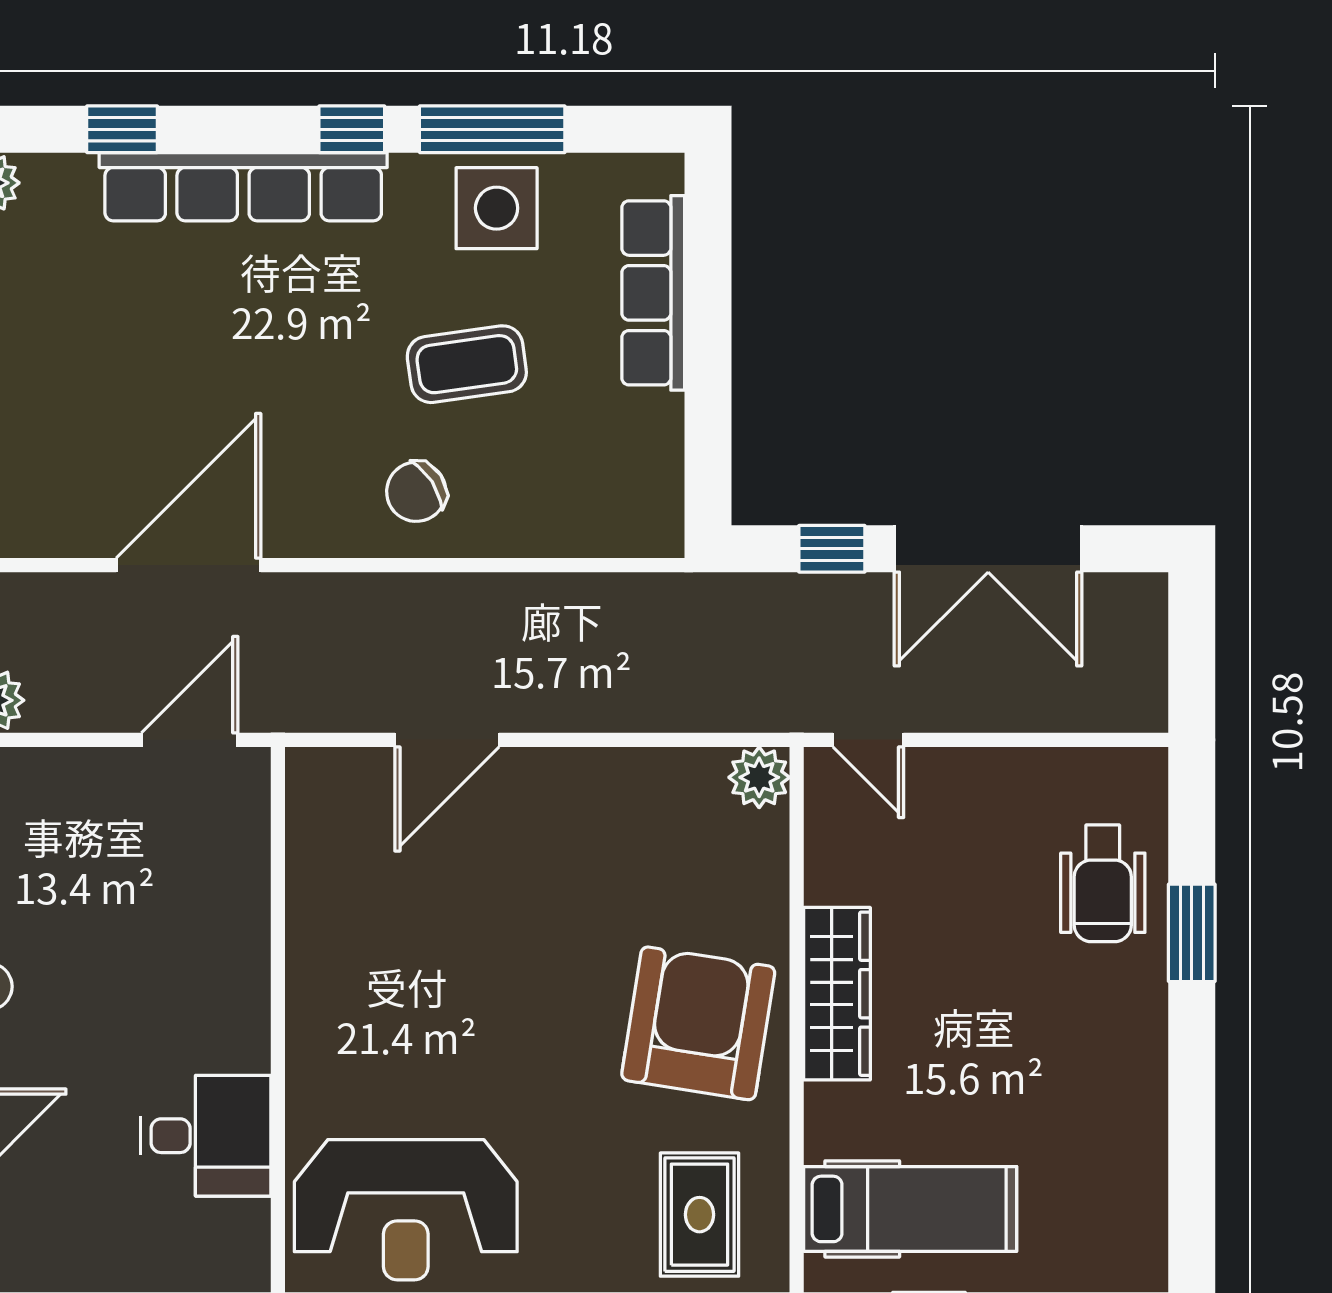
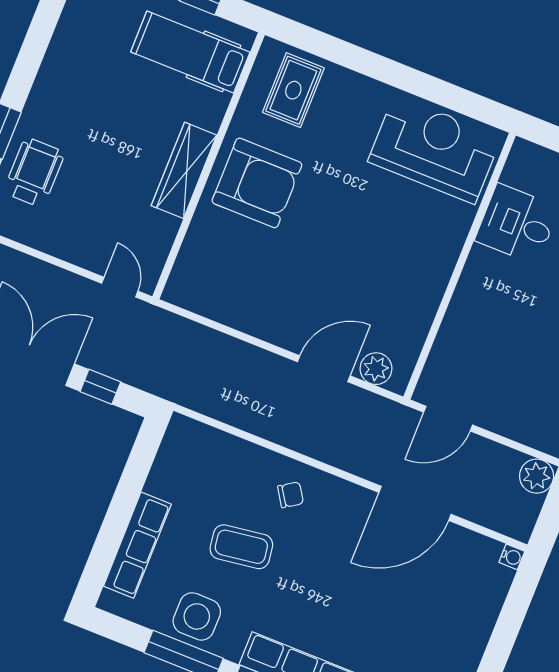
chair: (416, 492) -> (291, 495), width x0.73, depth x0.73
plant: (759, 777) -> (376, 369), moved
armchair: (698, 1023) -> (257, 183), turned -99

